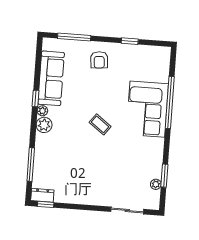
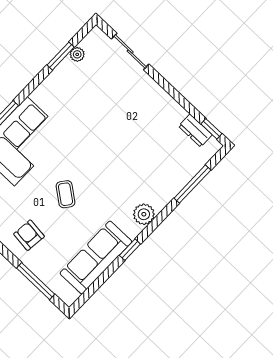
armchair: (99, 60) -> (29, 235), turned -79
plant: (42, 111) -> (133, 231), removed
coffee table: (100, 124) -> (65, 194), moved
dresser: (42, 195) -> (195, 131), moved

